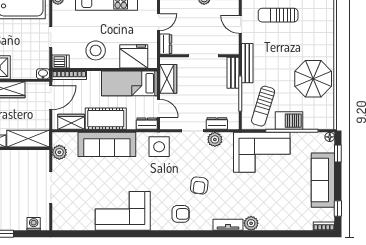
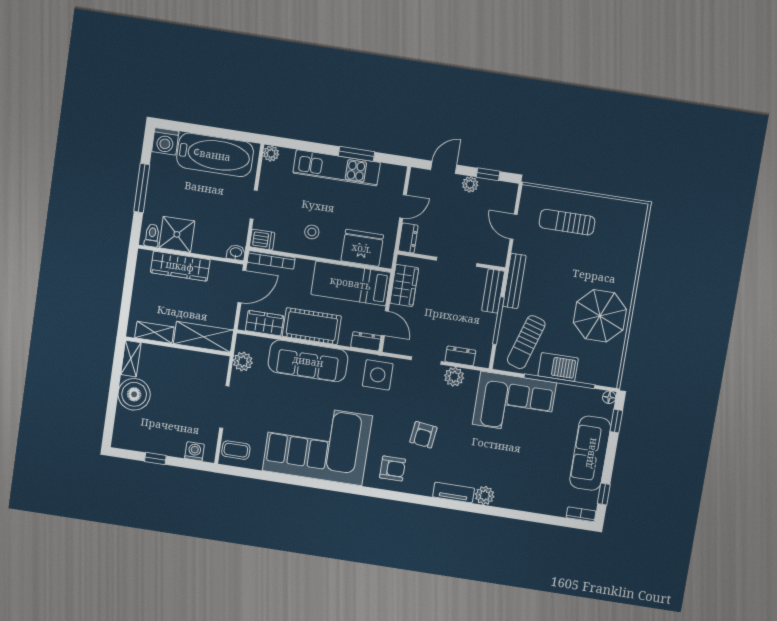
stool: (96, 50) -> (312, 232), width x0.53, depth x0.53
corner sofa: (123, 211) -> (317, 443), width x1.36, depth x1.36
coffee table: (64, 218) -> (236, 450), added

